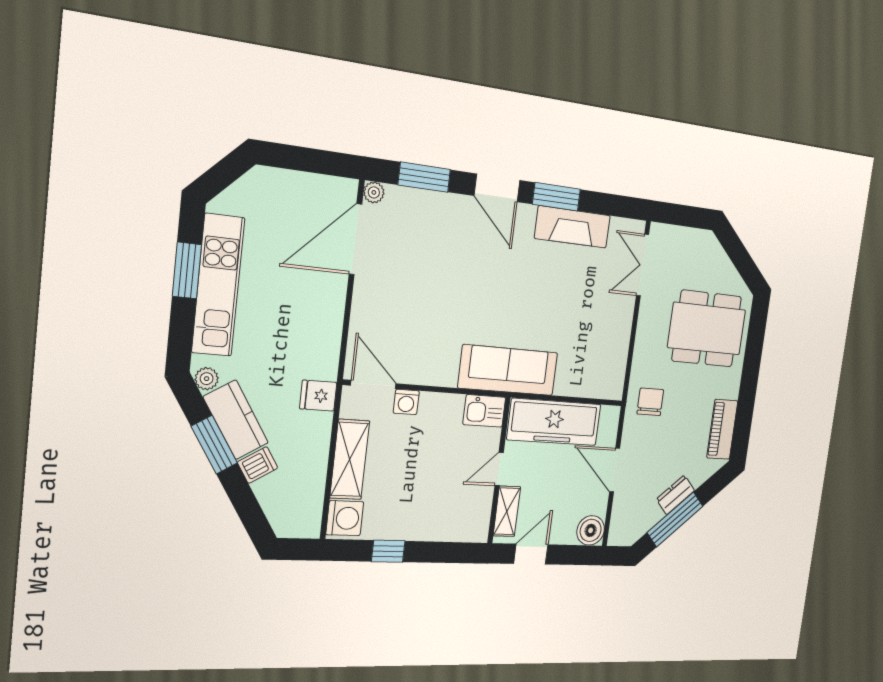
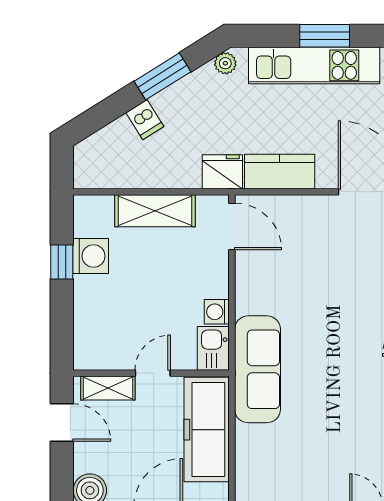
door: (373, 384) -> (232, 226), hinge flipped
fridge: (318, 396) -> (222, 172), width x1.38
washing machine: (406, 402) -> (217, 312), moved
kitchen counter: (236, 420) -> (280, 172), moved, turned -148
door: (499, 469) -> (153, 373), hinge flipped
washing machine: (345, 518) -> (91, 256), moved, turned -90

